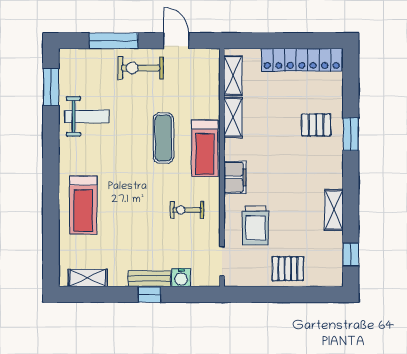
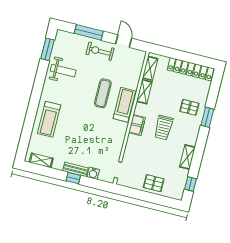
treadmill: (205, 148) -> (124, 105), turned 180
exercise bike: (187, 210) -> (106, 136), removed
trolley: (255, 225) -> (164, 128), moved

